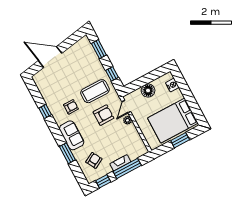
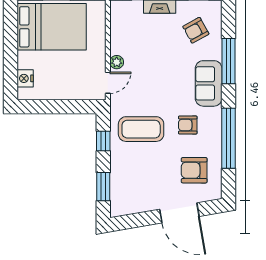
floor lamp: (148, 91) -> (64, 89), removed
window: (45, 111) -> (228, 138), width x3.17
armchair: (103, 115) -> (194, 170), moved
window: (67, 153) -> (228, 61), width x1.44

